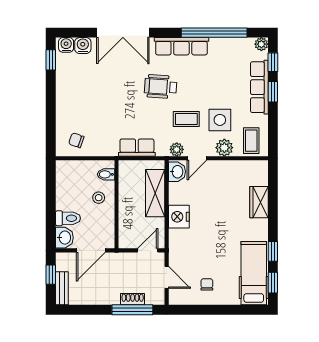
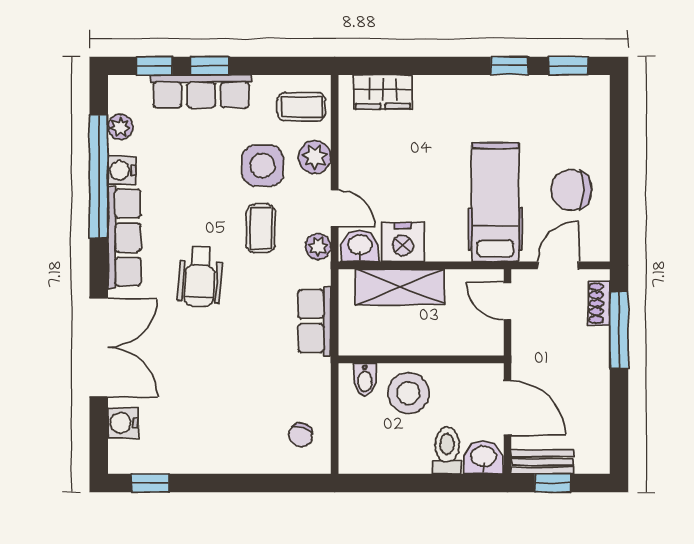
plant: (261, 44) -> (120, 127), moved
water cooler: (66, 45) -> (122, 170), moved
stool: (99, 198) -> (409, 393), width x1.89, depth x1.89
wardrobe: (259, 202) -> (383, 92), moved
nightstand: (179, 217) -> (403, 242), moved
hospital bed: (254, 273) -> (495, 202), moved, turned 90
chair: (207, 284) -> (571, 190), width x1.87, depth x1.87
bench: (62, 288) -> (542, 462), moved
shoe rack: (133, 299) -> (599, 303), moved

